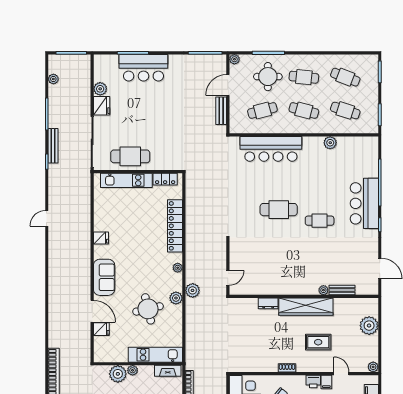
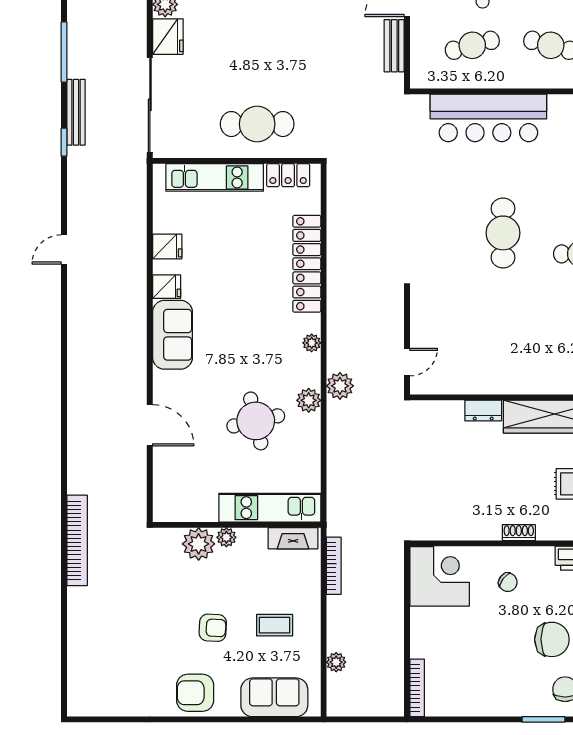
cafe table: (130, 156) -> (257, 124), moved
cafe table: (279, 210) -> (503, 233), turned 90
sofa: (104, 277) -> (172, 335), moved
fridge: (101, 329) -> (167, 246), moved

